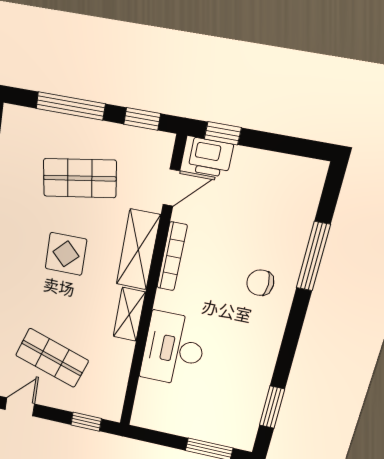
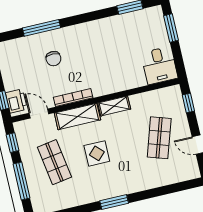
chair: (260, 283) -> (53, 59), moved
desk: (173, 349) -> (159, 65), moved, width x0.73

